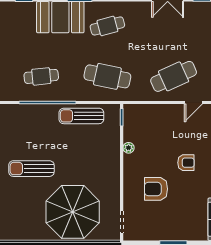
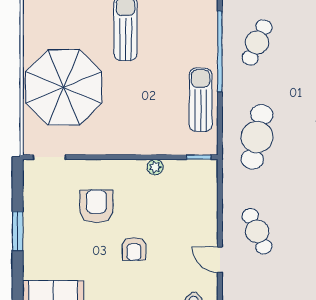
cafe table: (41, 76) -> (257, 42), turned 30
cafe table: (174, 76) -> (257, 231), width x0.73, depth x0.74

